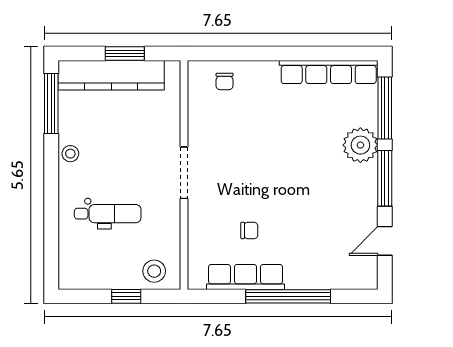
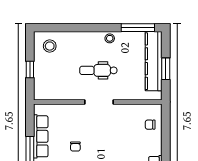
dental chair: (108, 214) -> (98, 70), moved, turned 90
chair: (249, 231) -> (75, 146), moved
stool: (154, 271) -> (50, 46), moved

